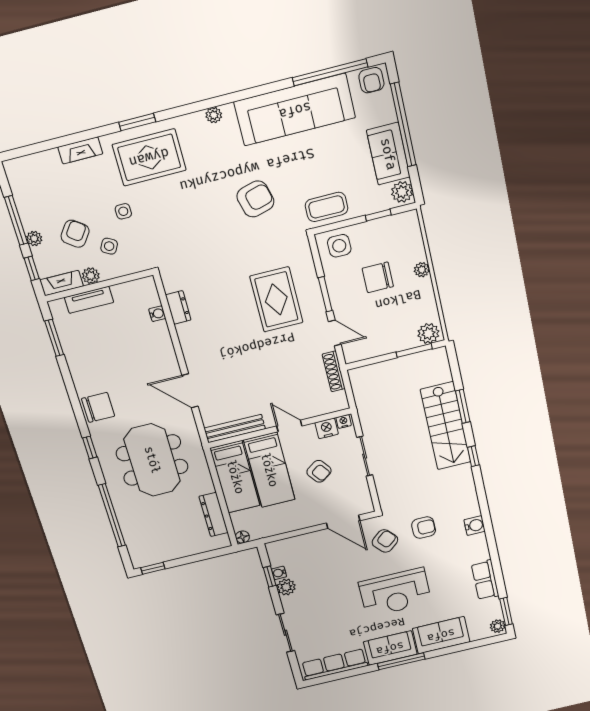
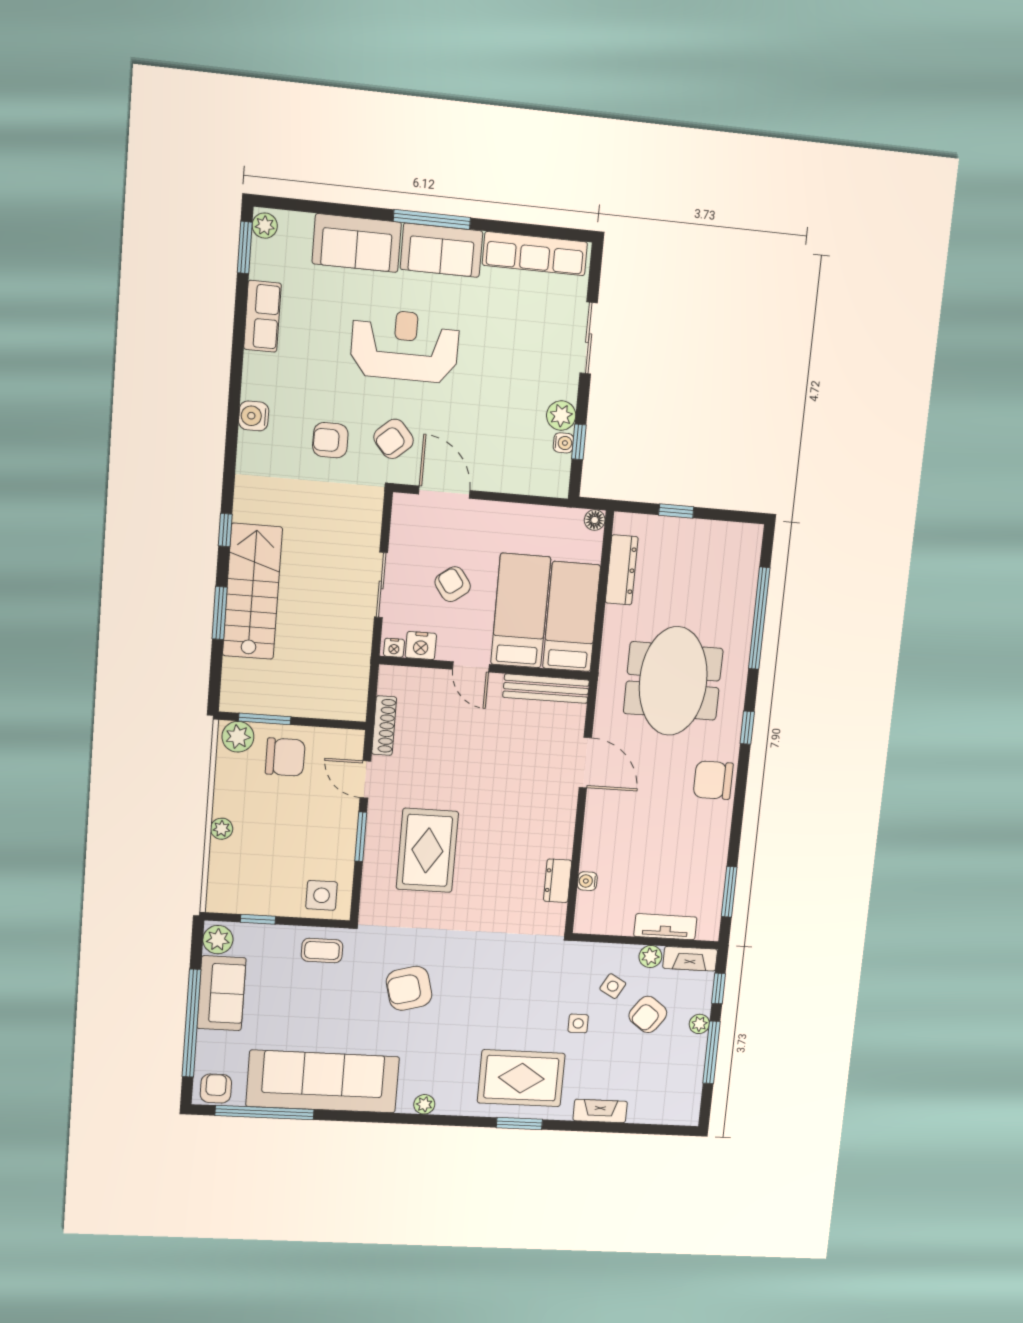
coffee table: (327, 207) -> (322, 950), width x0.73, depth x0.77
chair: (378, 277) -> (285, 757), moved
window: (153, 568) -> (676, 511), moved

